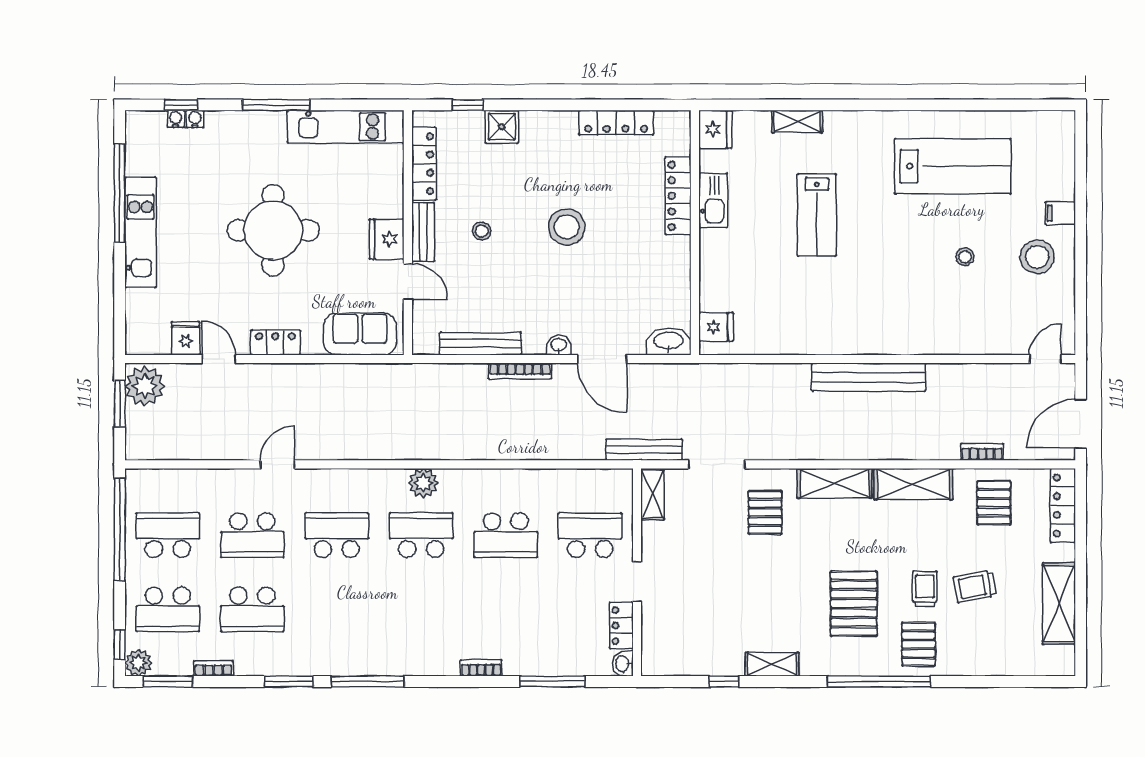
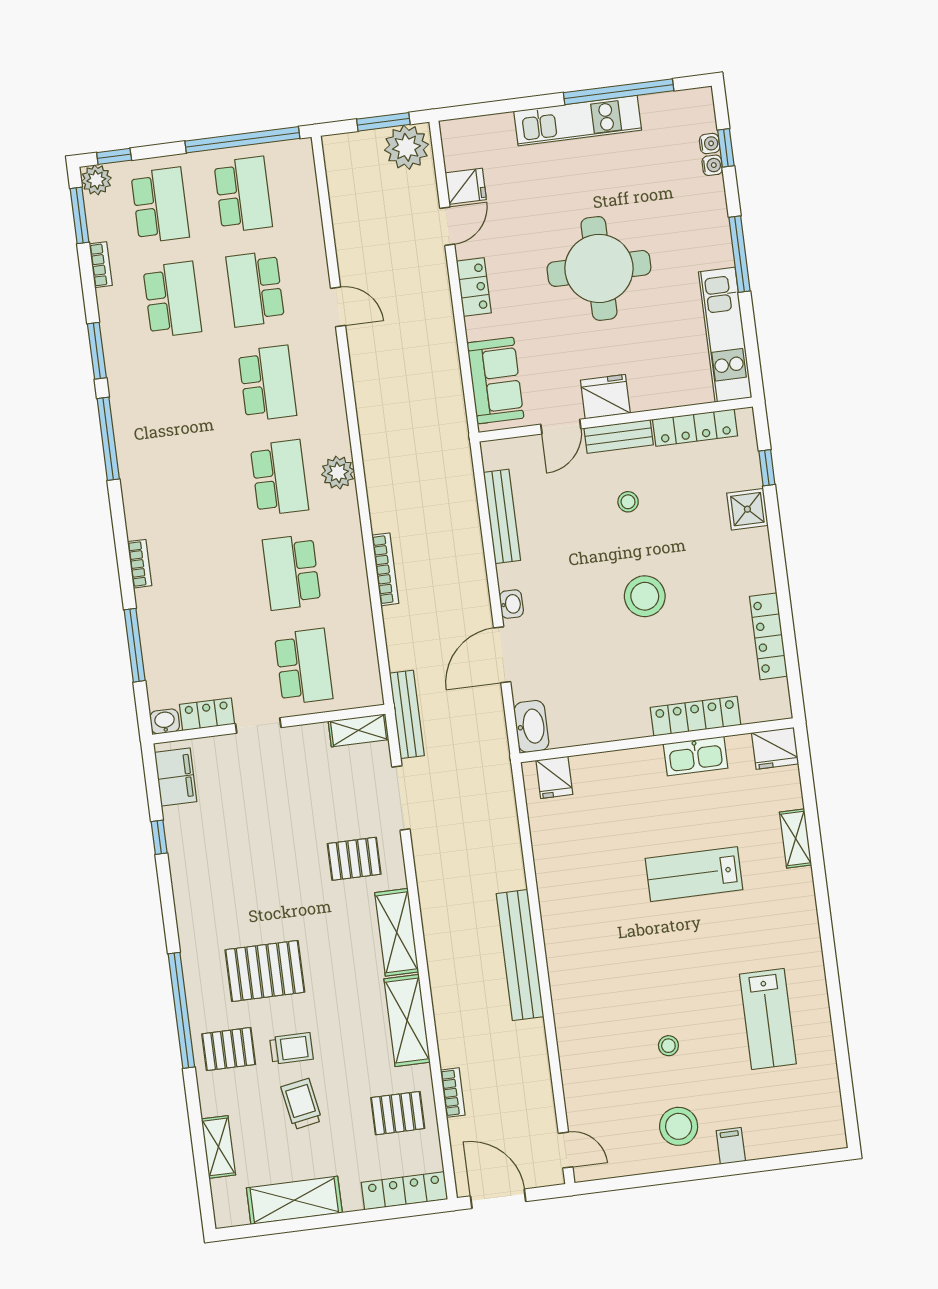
lab bench: (953, 166) -> (768, 1019), width x0.73, depth x0.72
bookcase: (520, 371) -> (385, 569), moved, turned 180
school desk: (168, 609) -> (160, 205), turned 180
school desk: (252, 609) -> (172, 300), turned 180
filing cabinet: (673, 660) -> (176, 777), added
shelving: (772, 664) -> (218, 1147), moved

